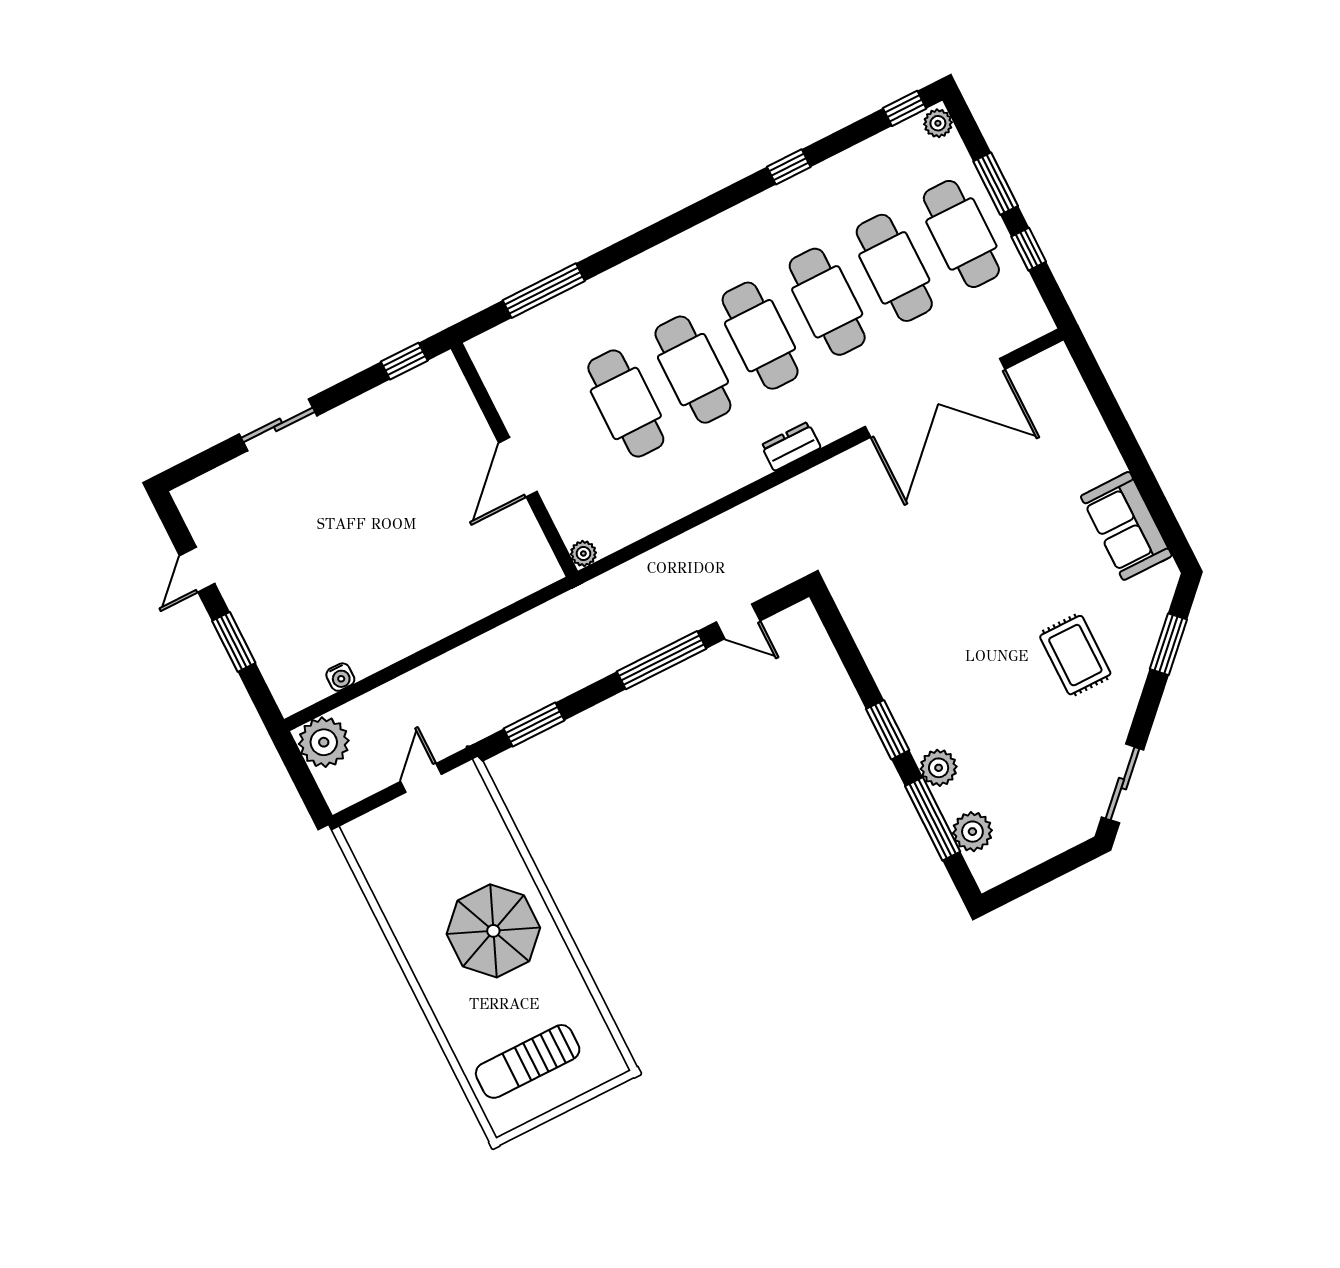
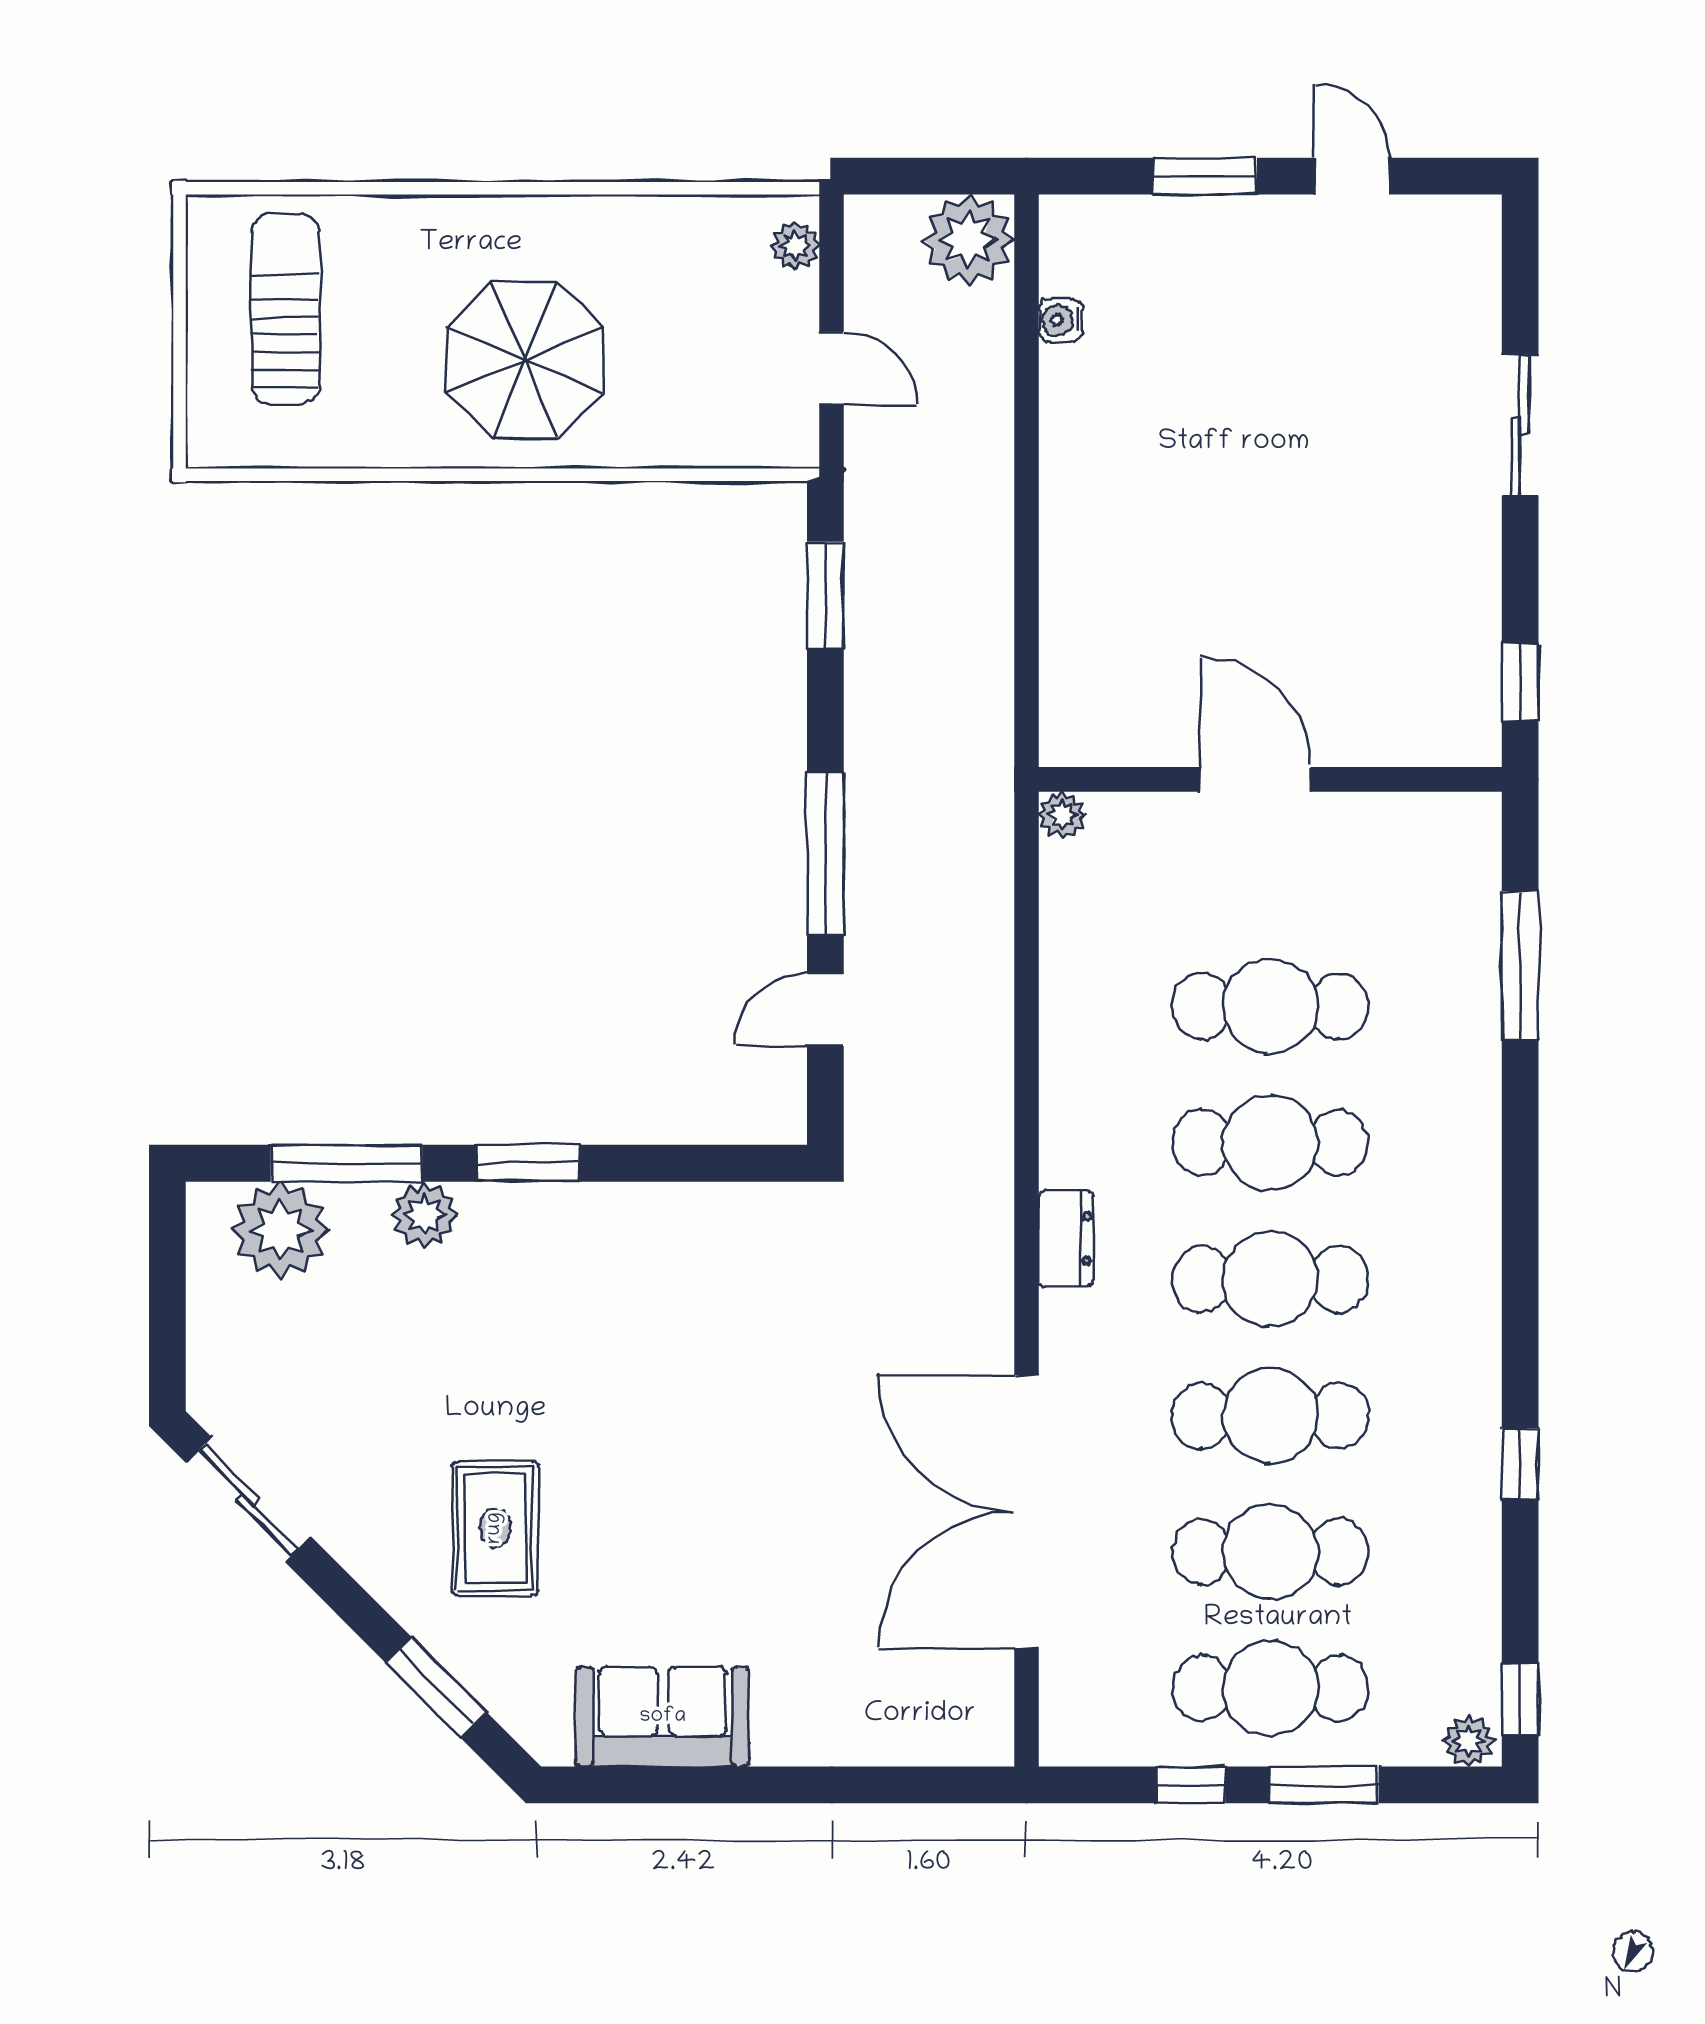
rug: (1075, 655) -> (495, 1528), turned 90
plant: (370, 826) -> (795, 246), added
plant: (972, 832) -> (280, 1230), width x1.36, depth x1.36

